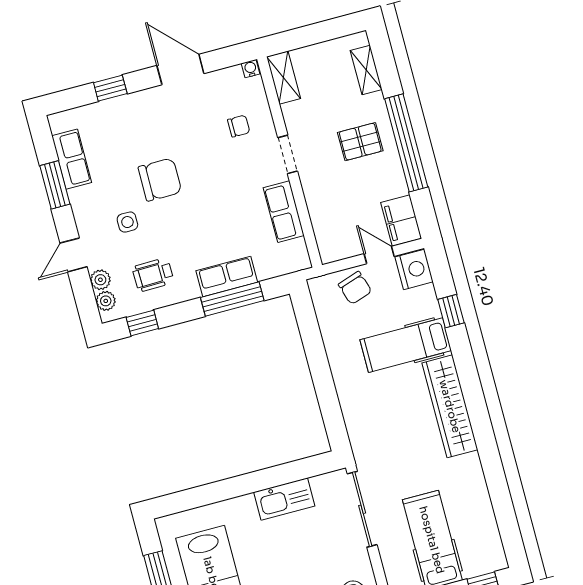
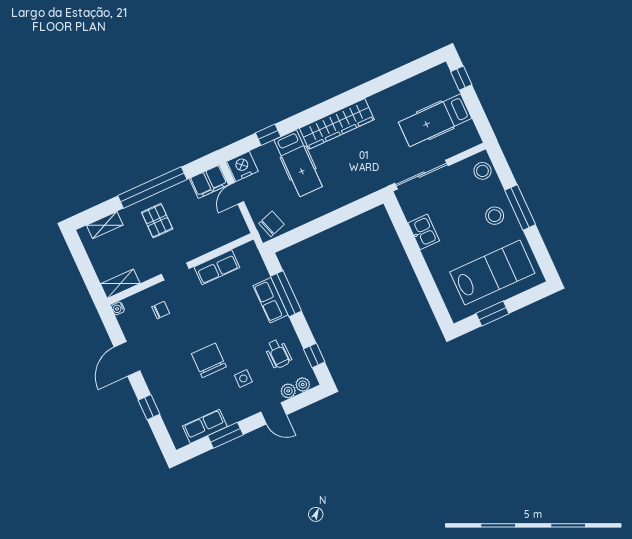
chair: (239, 126) -> (161, 310), turned 90
chair: (355, 288) -> (272, 224), moved
kitchen sink: (284, 499) -> (424, 232), width x0.73

